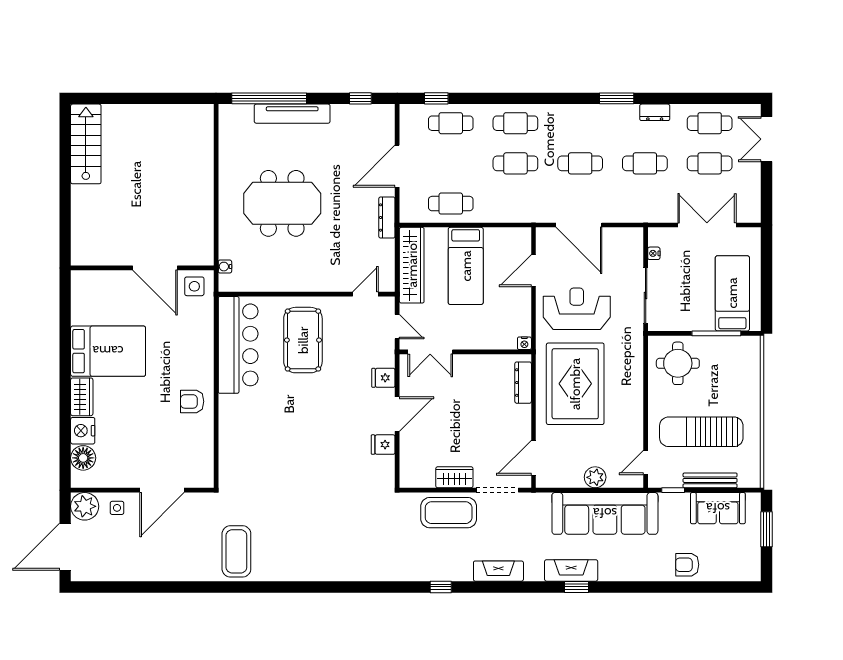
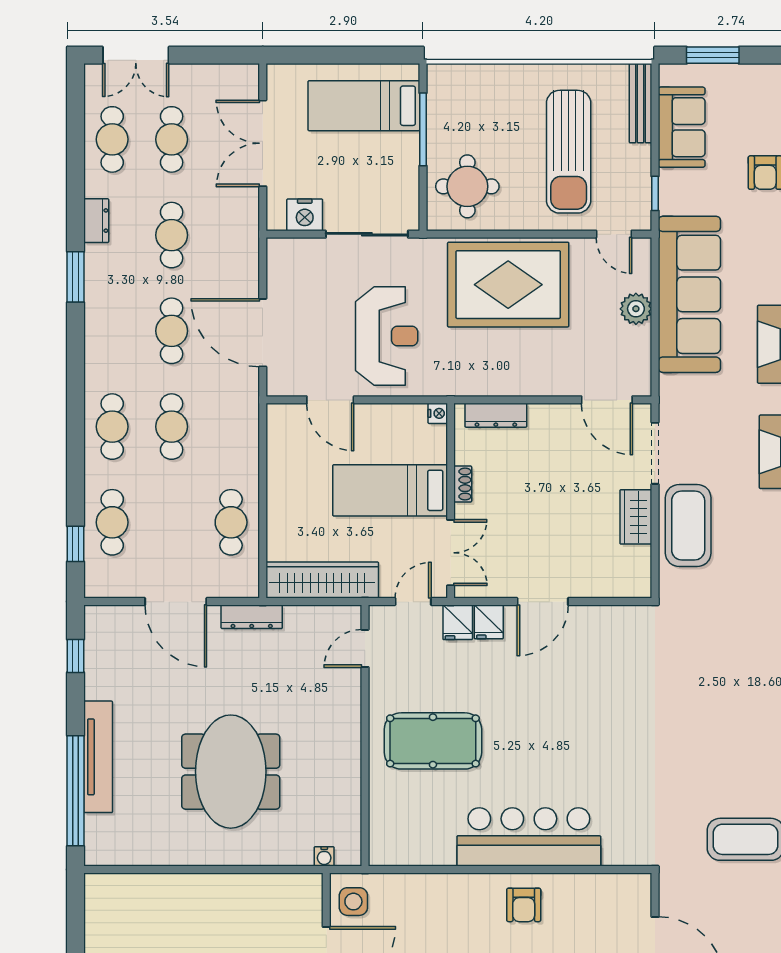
door: (579, 225) -> (263, 333), swing flipped
nightstand: (654, 253) -> (305, 215), width x1.89, depth x1.79
bed: (466, 266) -> (390, 490), moved, turned 180
door: (365, 294) -> (365, 648), hinge flipped
reception desk: (577, 309) -> (387, 336), turned 180
bar counter: (238, 345) -> (529, 837), moved
shoe rack: (477, 360) -> (463, 484), added
rug: (575, 384) -> (508, 285), moved
door: (397, 414) -> (543, 602), swing flipped
fridge: (383, 445) -> (458, 622), moved
bench: (710, 480) -> (641, 103), moved

